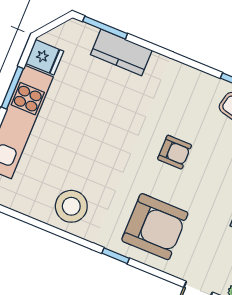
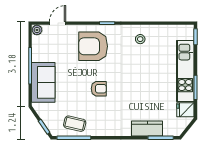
armchair: (175, 152) -> (99, 89), turned 180
stool: (71, 206) -> (140, 39), width x0.53, depth x0.53

